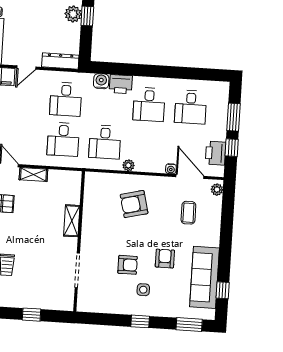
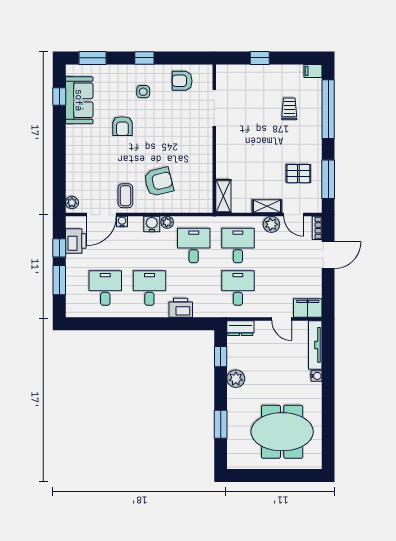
window: (87, 16) -> (221, 357), moved
dresser: (60, 61) -> (240, 328), width x0.70
door: (26, 68) -> (282, 319), swing flipped
water cooler: (101, 81) -> (152, 224), moved, turned 180
plant: (30, 157) -> (271, 224), added
door: (190, 177) -> (101, 215), hinge flipped
coffee table: (188, 213) -> (125, 196), moved
shelving: (72, 221) -> (223, 196), moved
armchair: (128, 265) -> (182, 81), moved
sofa: (205, 277) -> (79, 100), width x0.73

